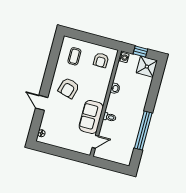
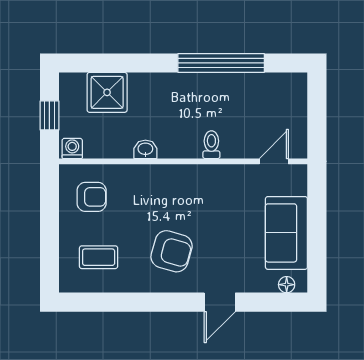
shower: (147, 67) -> (107, 92), moved
sofa: (91, 117) -> (286, 233), moved, turned 90
door: (95, 142) -> (274, 161), hinge flipped

